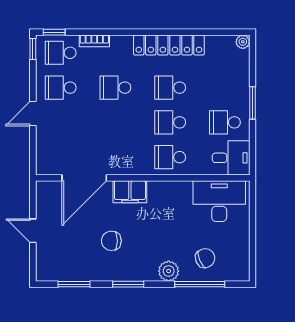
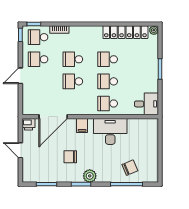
locker: (169, 45) -> (125, 32), moved
school desk: (225, 122) -> (73, 81), moved
printer: (46, 190) -> (29, 124), added
filing cabinet: (130, 192) -> (82, 125), width x0.50
desk: (219, 201) -> (110, 131), moved
plant: (169, 271) -> (90, 176), moved

